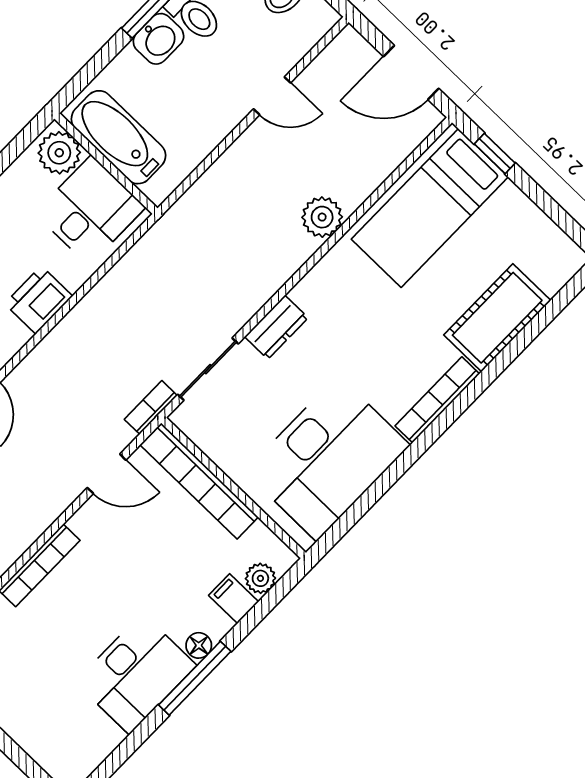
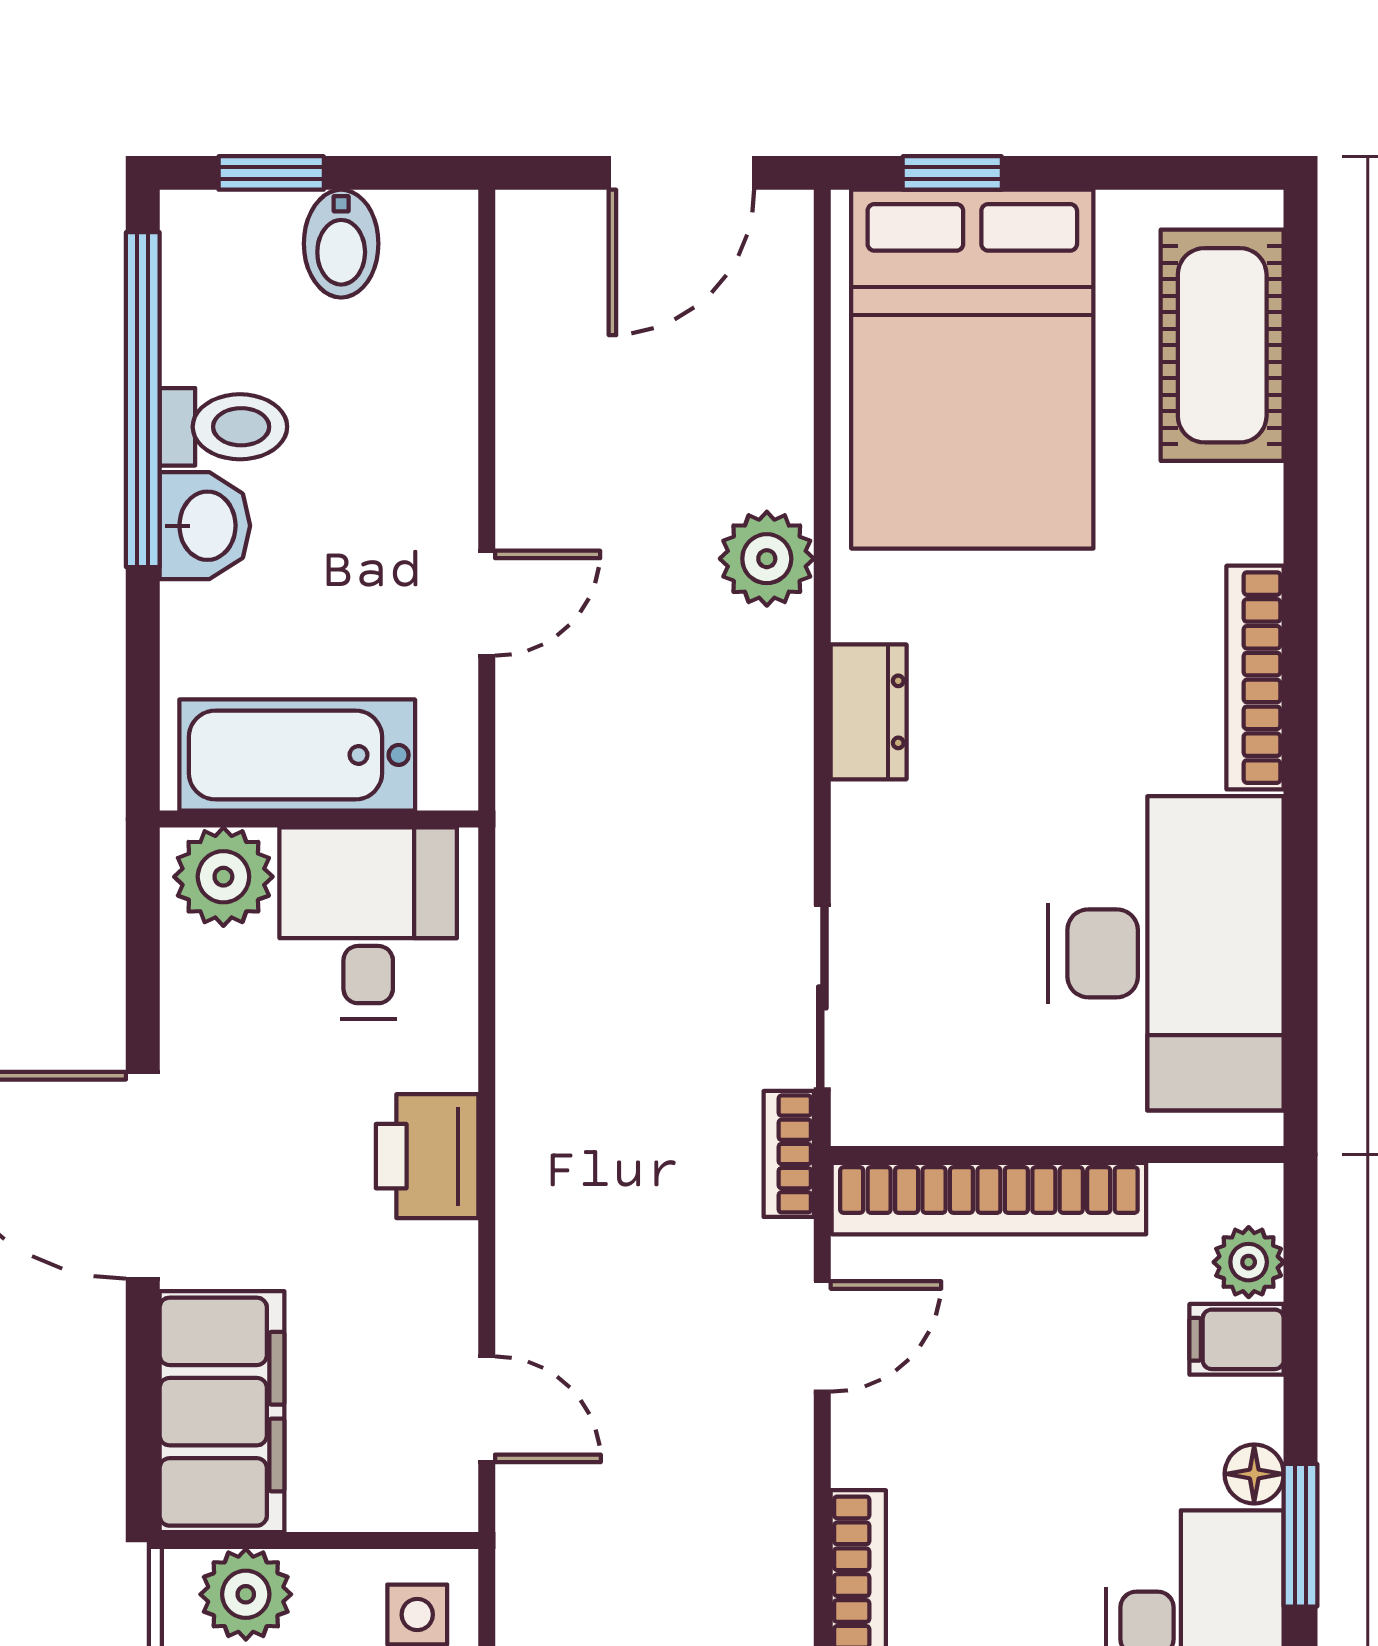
door: (272, 96) -> (487, 603), moved
bed: (430, 208) -> (972, 369), width x1.50
cot: (497, 318) -> (1222, 345), moved
dresser: (276, 327) -> (869, 712), moved
window: (195, 678) -> (1301, 1535), width x0.69

